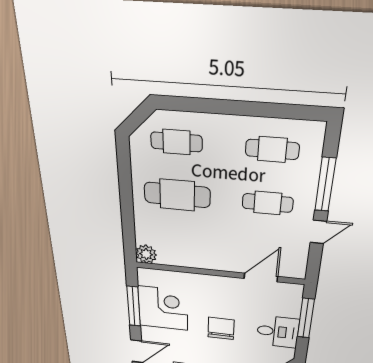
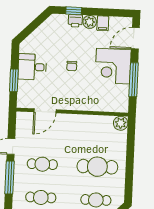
corner desk: (163, 308) -> (113, 66), moved
window: (306, 318) -> (14, 80), width x0.69
chair: (221, 328) -> (72, 66), width x0.54, depth x0.54

